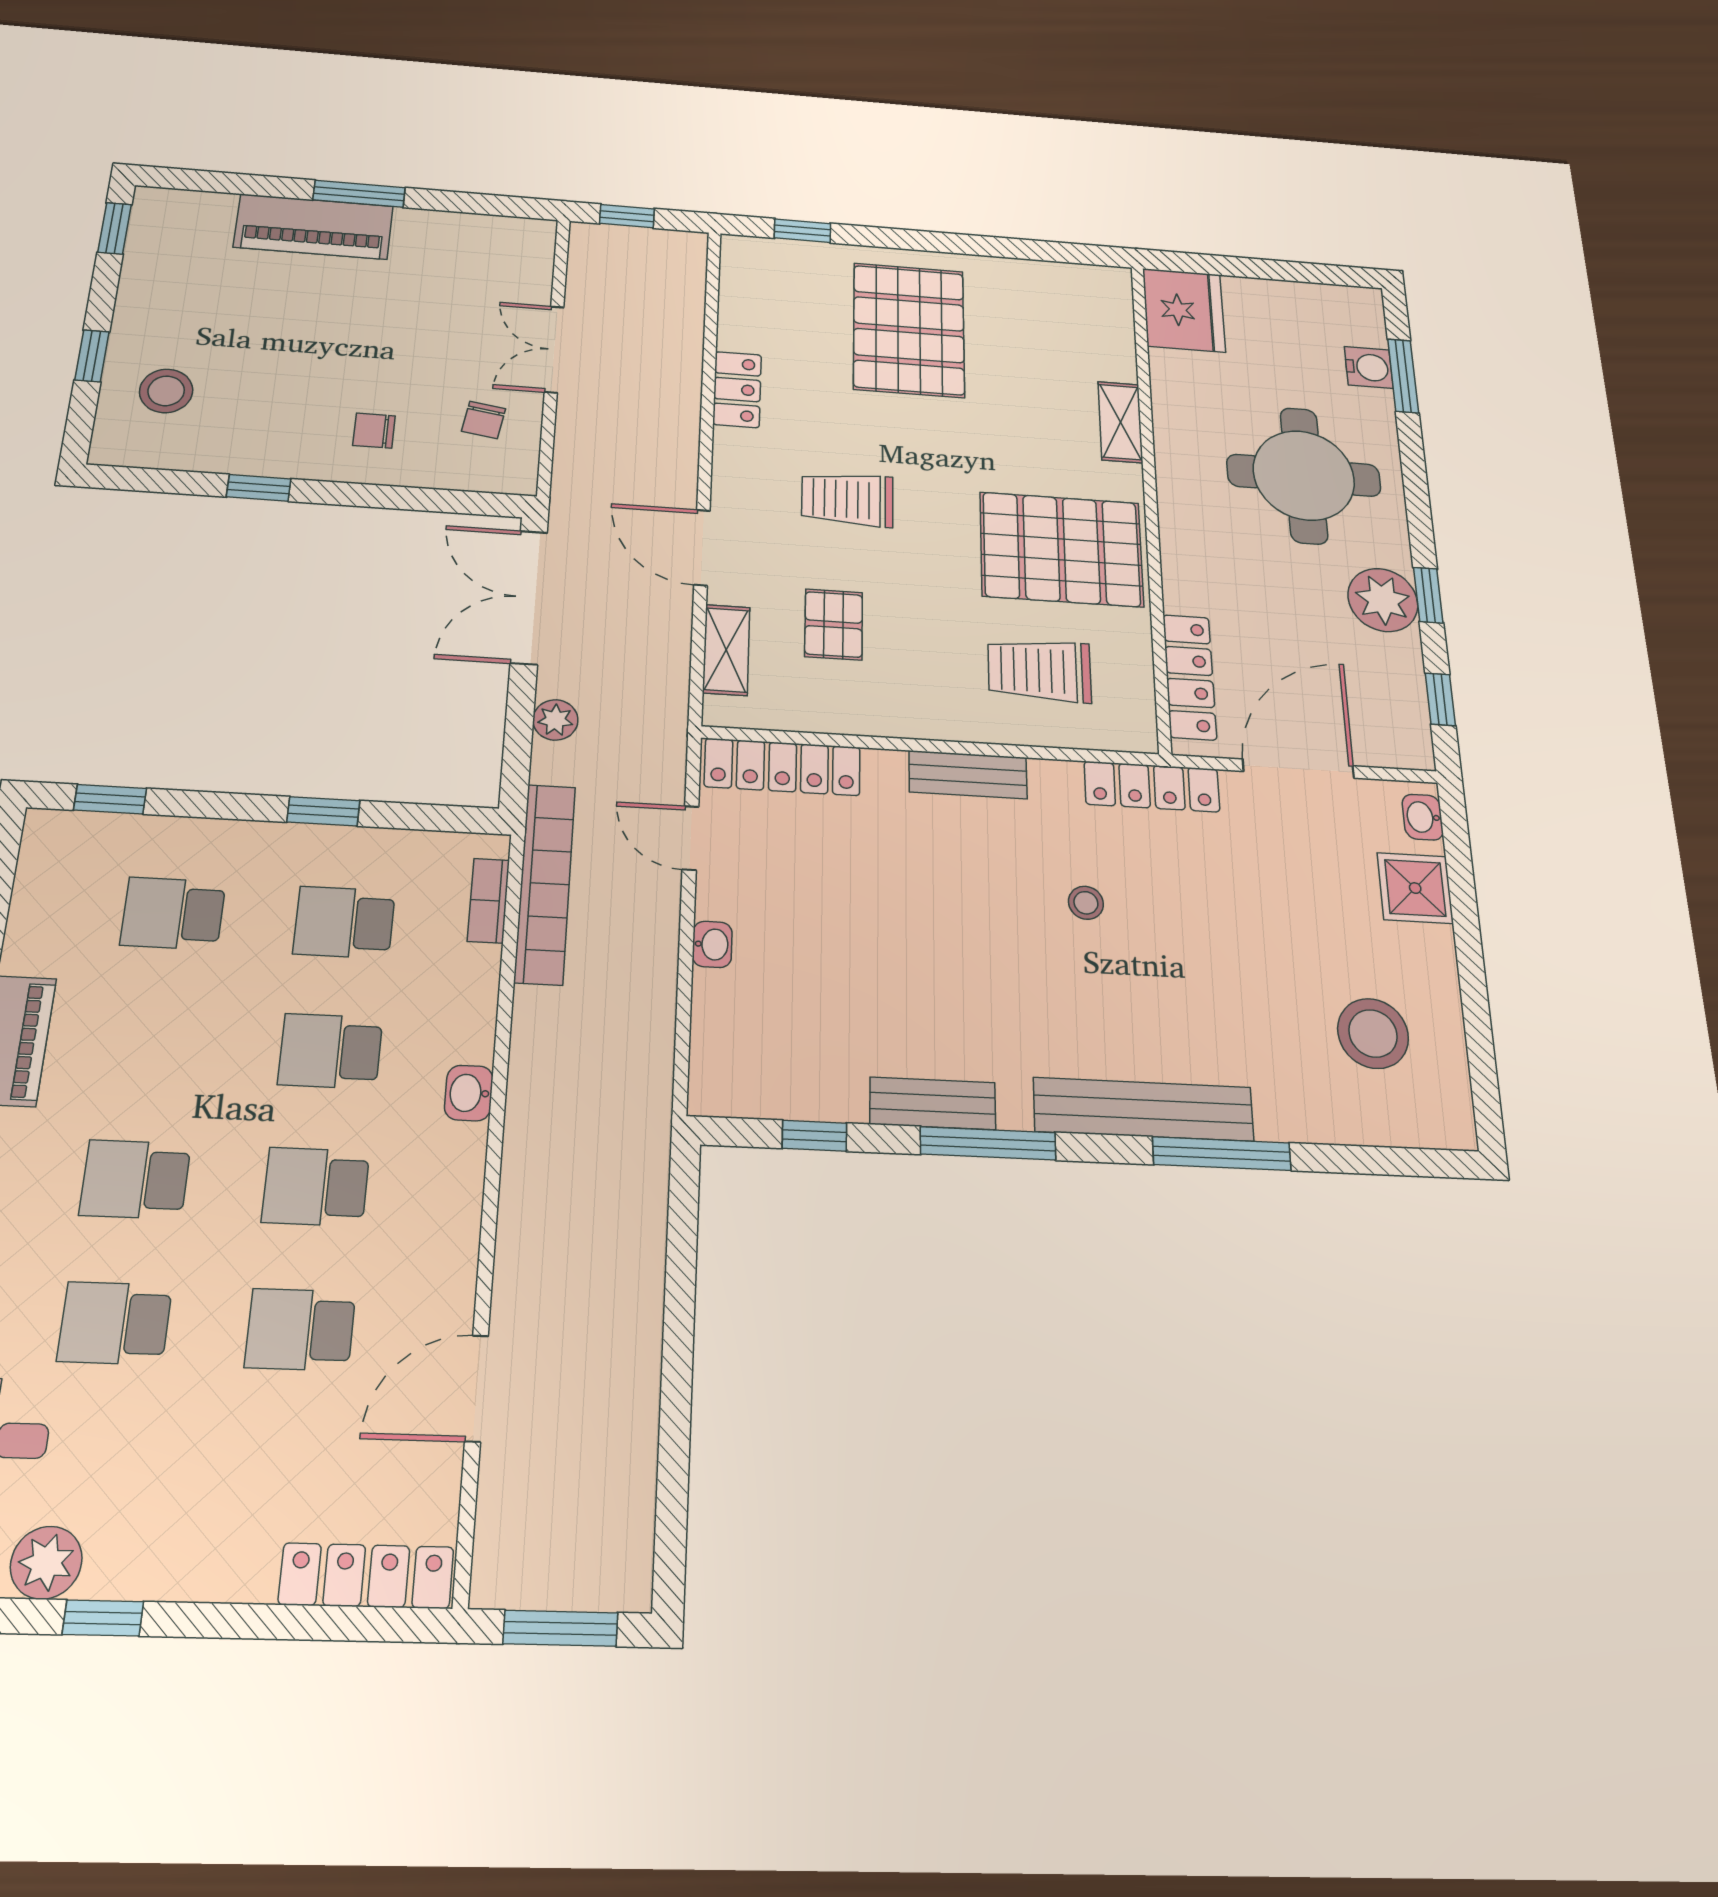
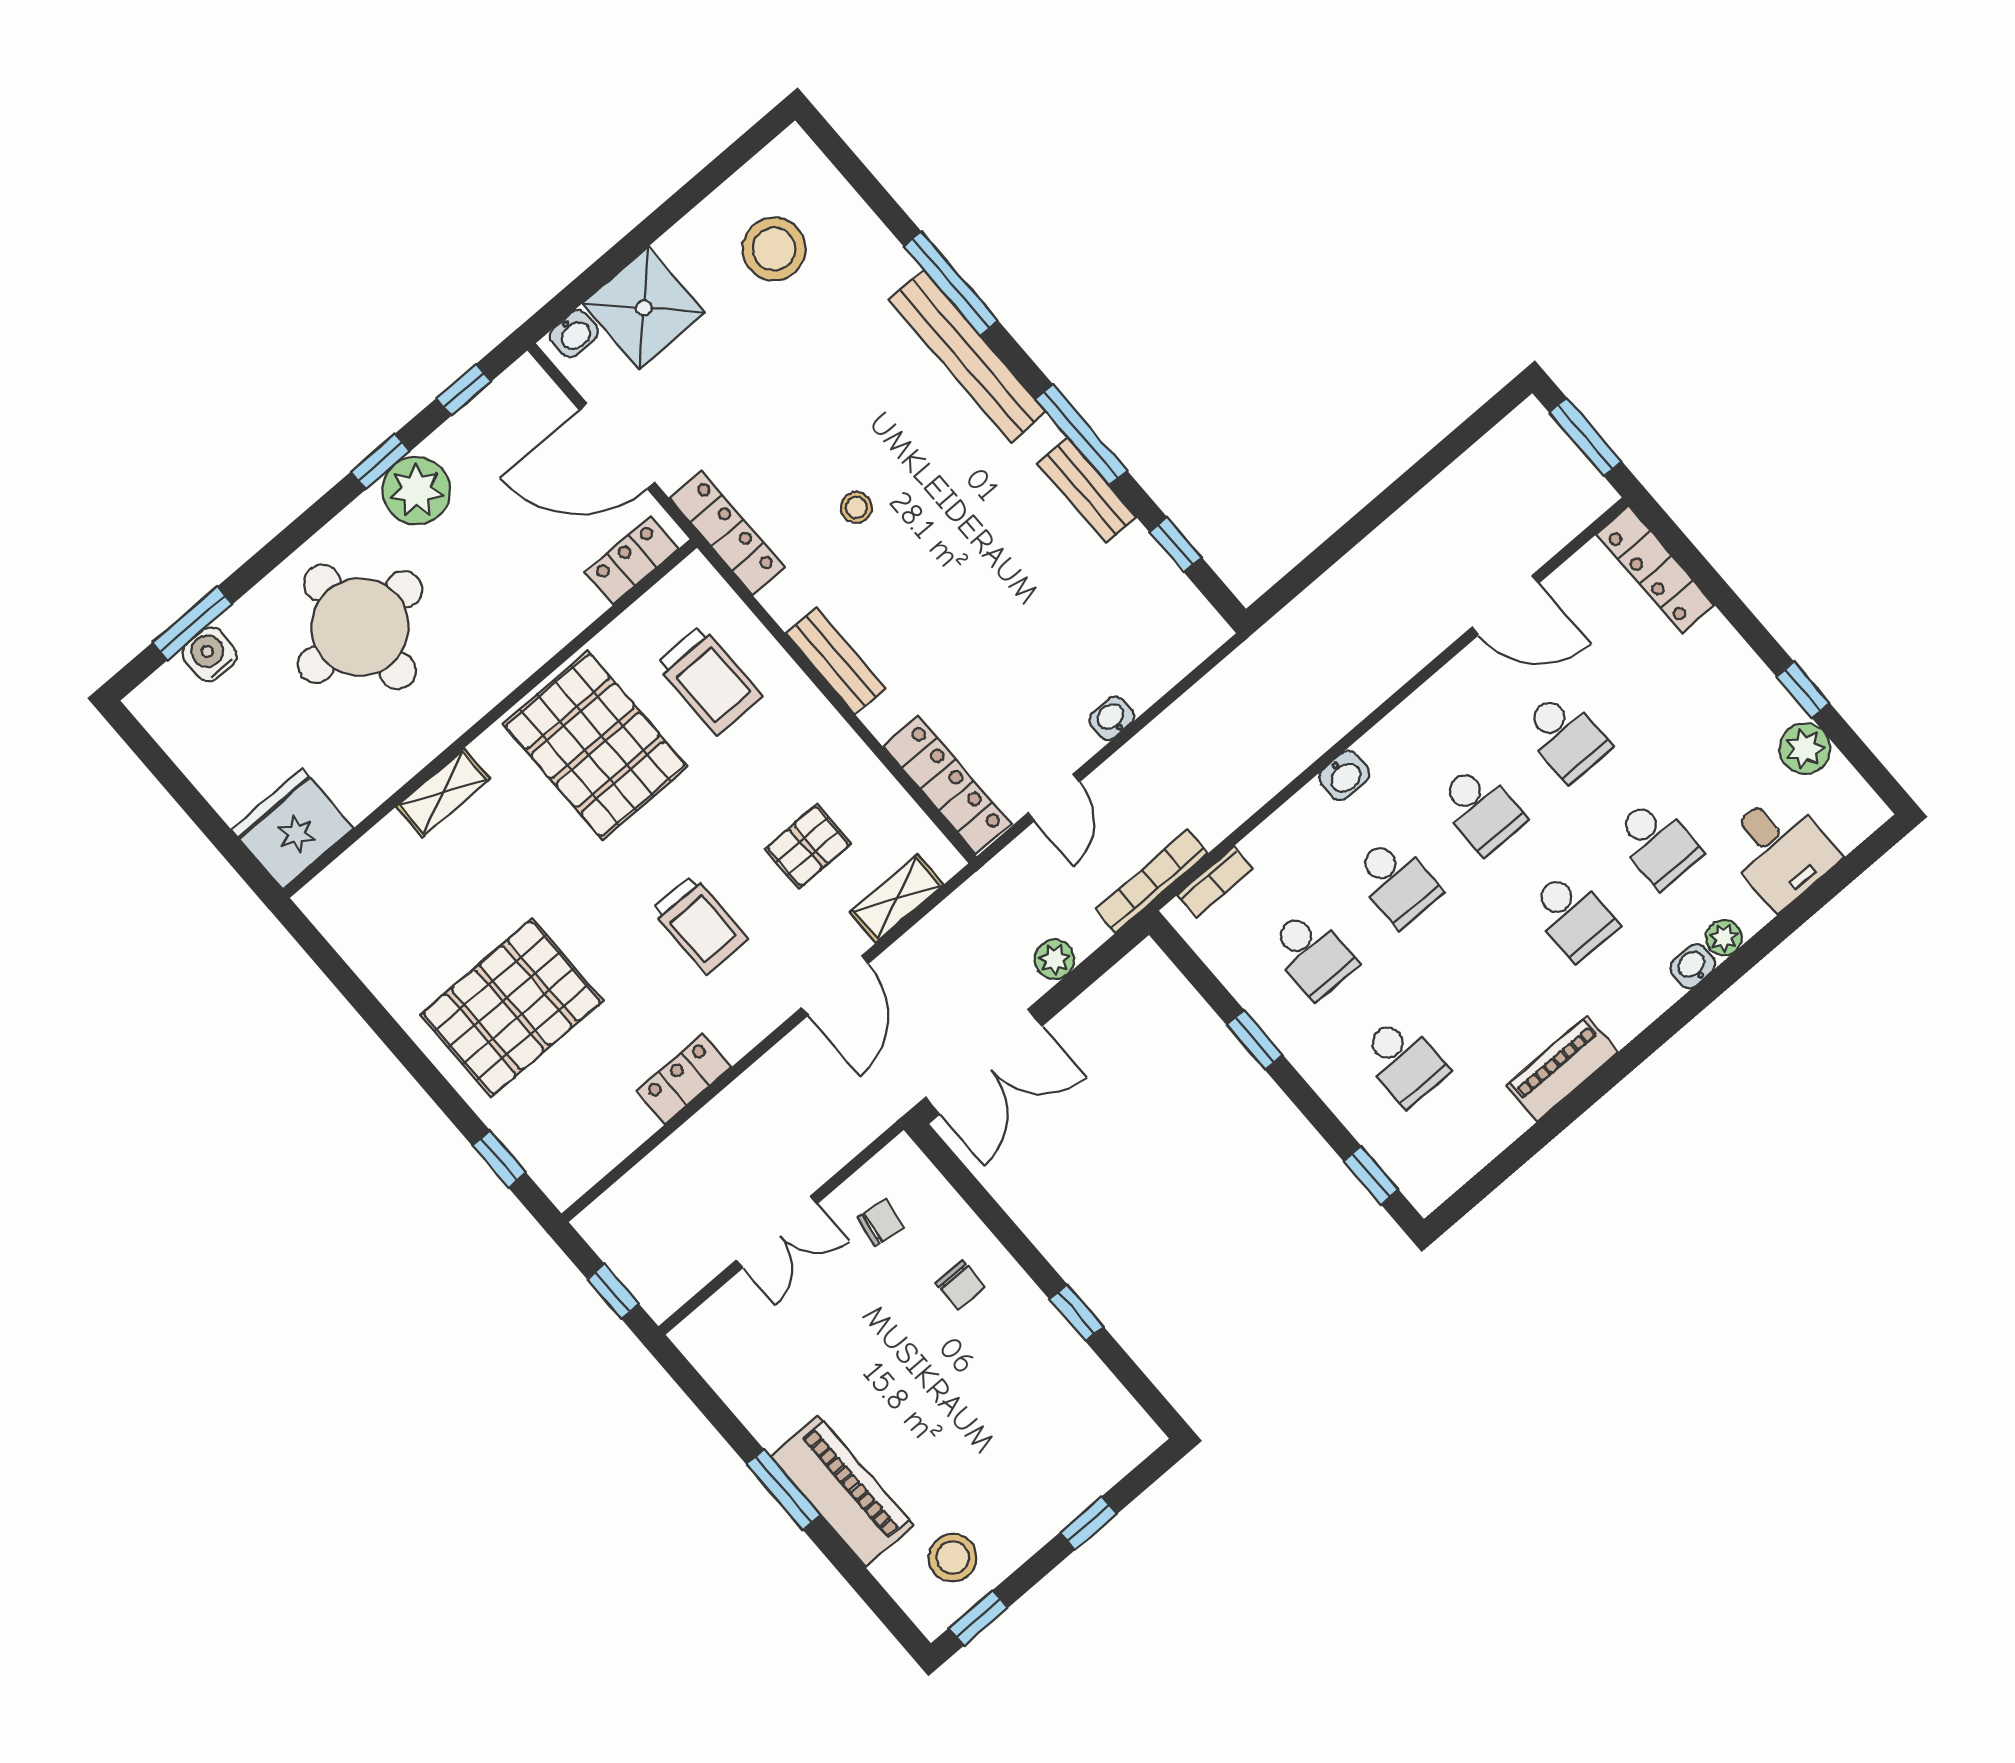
stool: (166, 391) -> (953, 1558), moved
locker: (1190, 677) -> (632, 560), width x0.66
bookcase: (545, 883) -> (1152, 881), width x0.68, depth x0.76
shower: (1415, 888) -> (644, 308), width x1.36, depth x1.36

